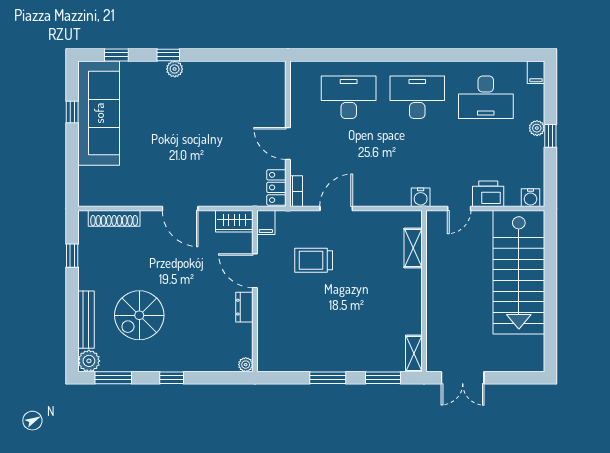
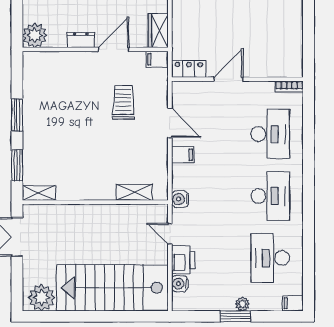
window: (550, 136) -> (235, 316), width x1.50
bookcase: (296, 191) -> (289, 87), moved
filing cabinet: (372, 194) -> (183, 155), added
water cooler: (531, 198) -> (180, 284), moved
plant: (530, 350) -> (42, 298), added
plant: (246, 365) -> (35, 35), width x1.87, depth x1.87

